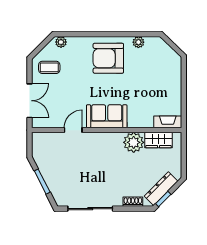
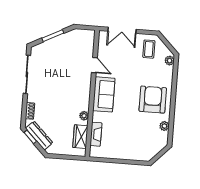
fireplace: (168, 122) -> (96, 134), moved
plant: (134, 142) -> (84, 116), width x0.53, depth x0.53

